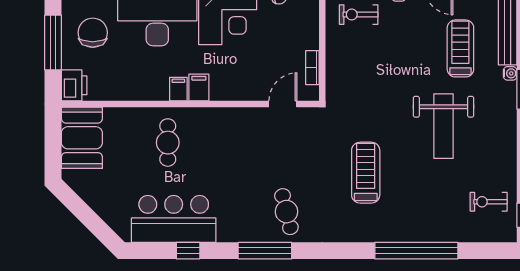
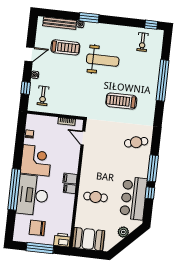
treadmill: (460, 48) -> (65, 47), turned 180
plant: (104, 206) -> (123, 232), added
window: (265, 251) -> (153, 168), moved

